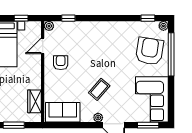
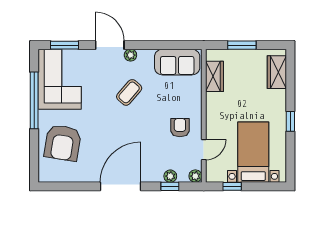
door: (106, 18) -> (120, 186), added
window: (148, 18) -> (65, 186), removed
plant: (163, 26) -> (170, 176), moved
window: (171, 54) -> (34, 100), moved
armchair: (61, 63) -> (180, 128), turned 180

